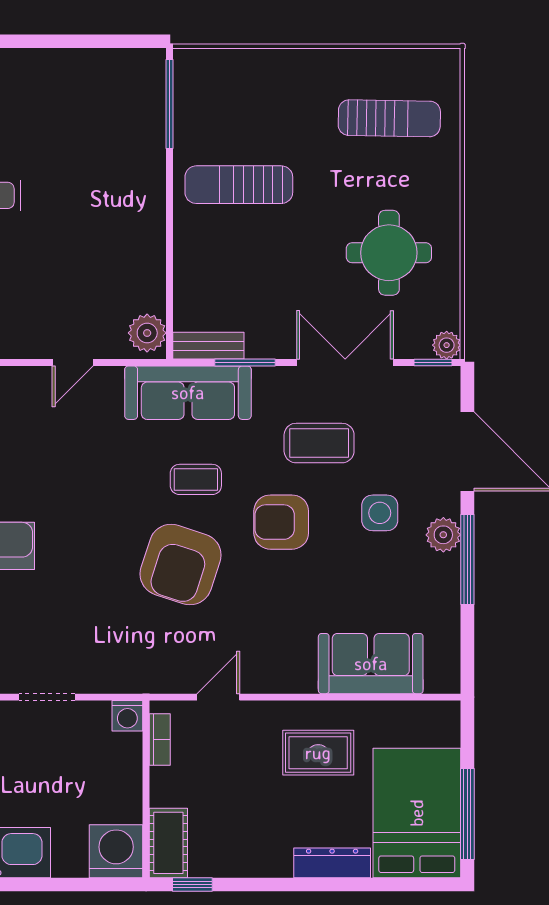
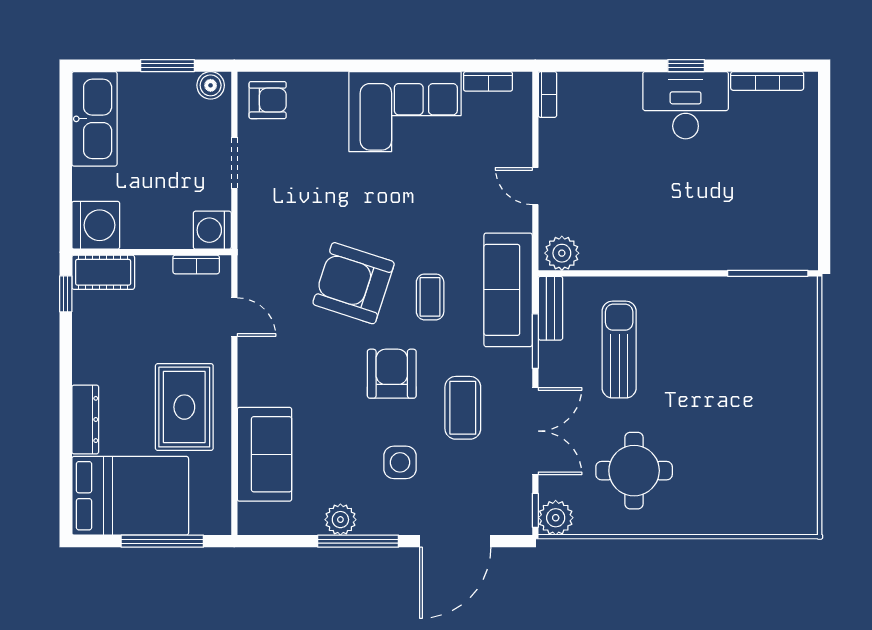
sun lounger: (389, 118) -> (755, 471), removed
sun lounger: (239, 185) -> (619, 350), moved
plant: (447, 345) -> (556, 518), width x1.38, depth x1.38
plant: (443, 535) -> (340, 520), moved
washing machine: (127, 716) -> (212, 230), width x1.38, depth x1.38
rug: (318, 753) -> (184, 407), width x1.36, depth x1.43
window: (467, 814) -> (162, 541), moved

